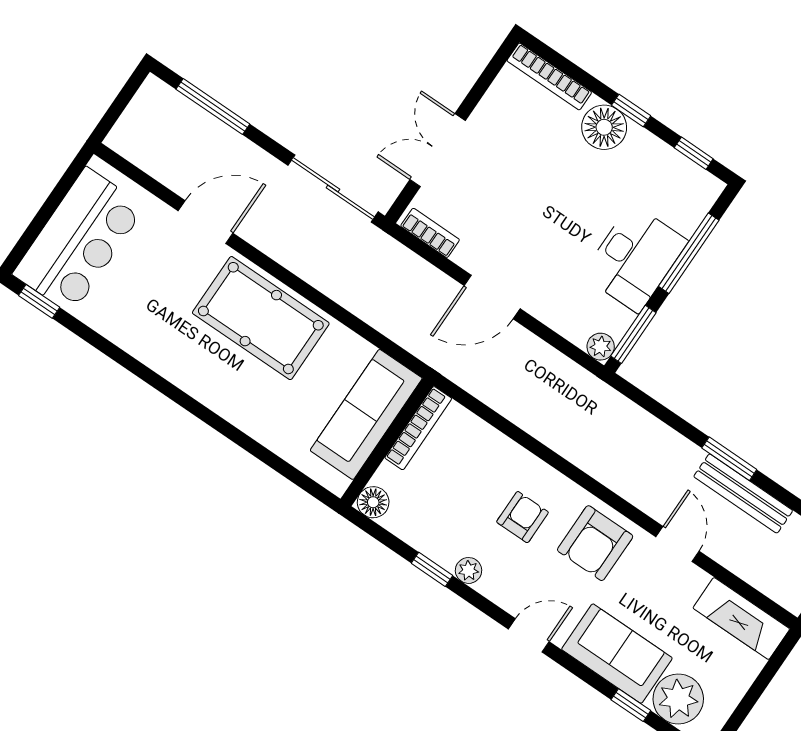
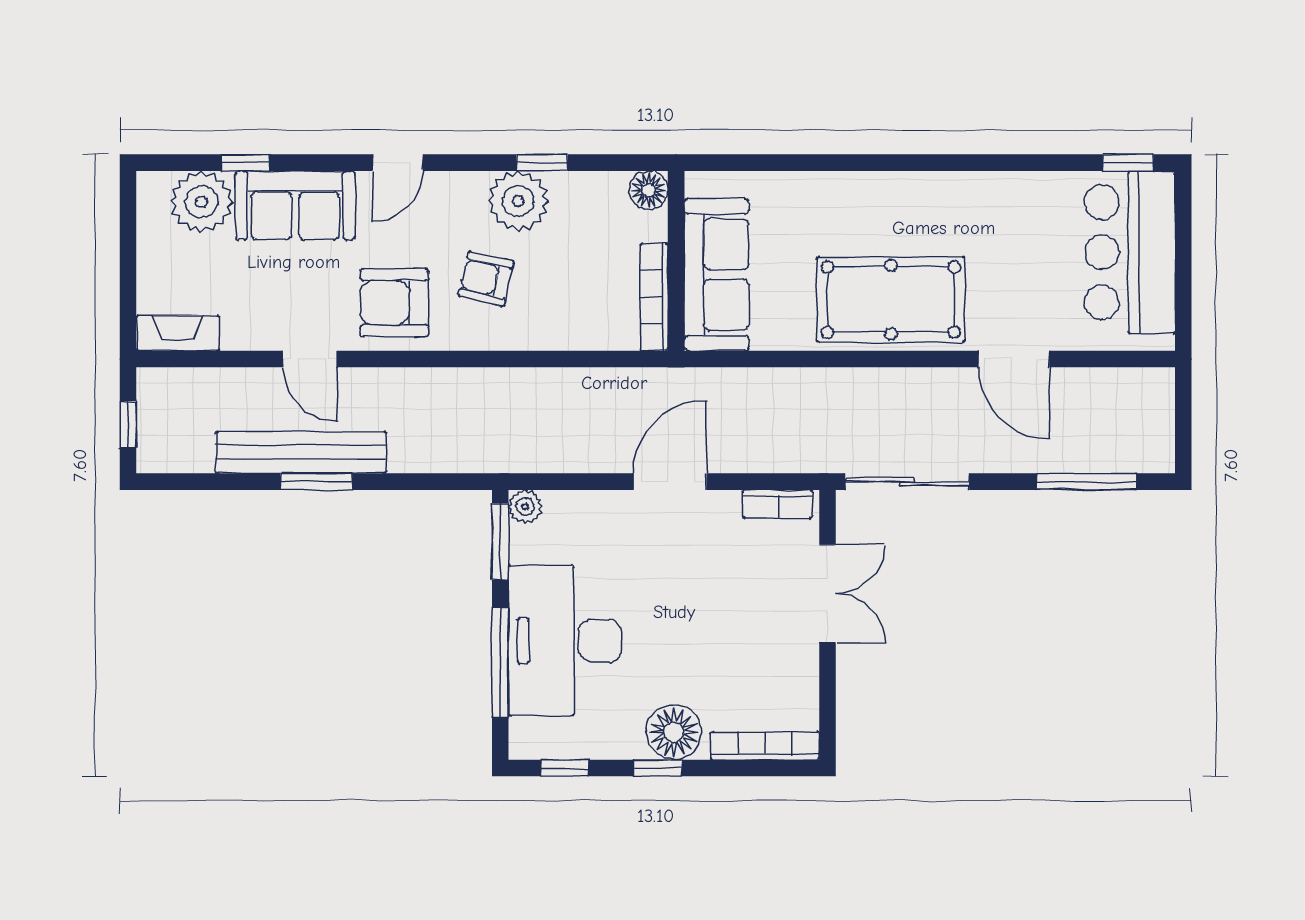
door: (206, 222) -> (1014, 359), hinge flipped
desk: (635, 258) -> (565, 641), width x1.36, depth x1.30
bench: (743, 493) -> (301, 452), width x1.37, depth x1.21
armchair: (522, 517) -> (486, 279), turned 103
armchair: (595, 543) -> (394, 303), turned -90
plant: (469, 570) -> (518, 201), width x1.88, depth x1.88
fireplace: (741, 619) -> (178, 333), width x0.73, depth x0.76

